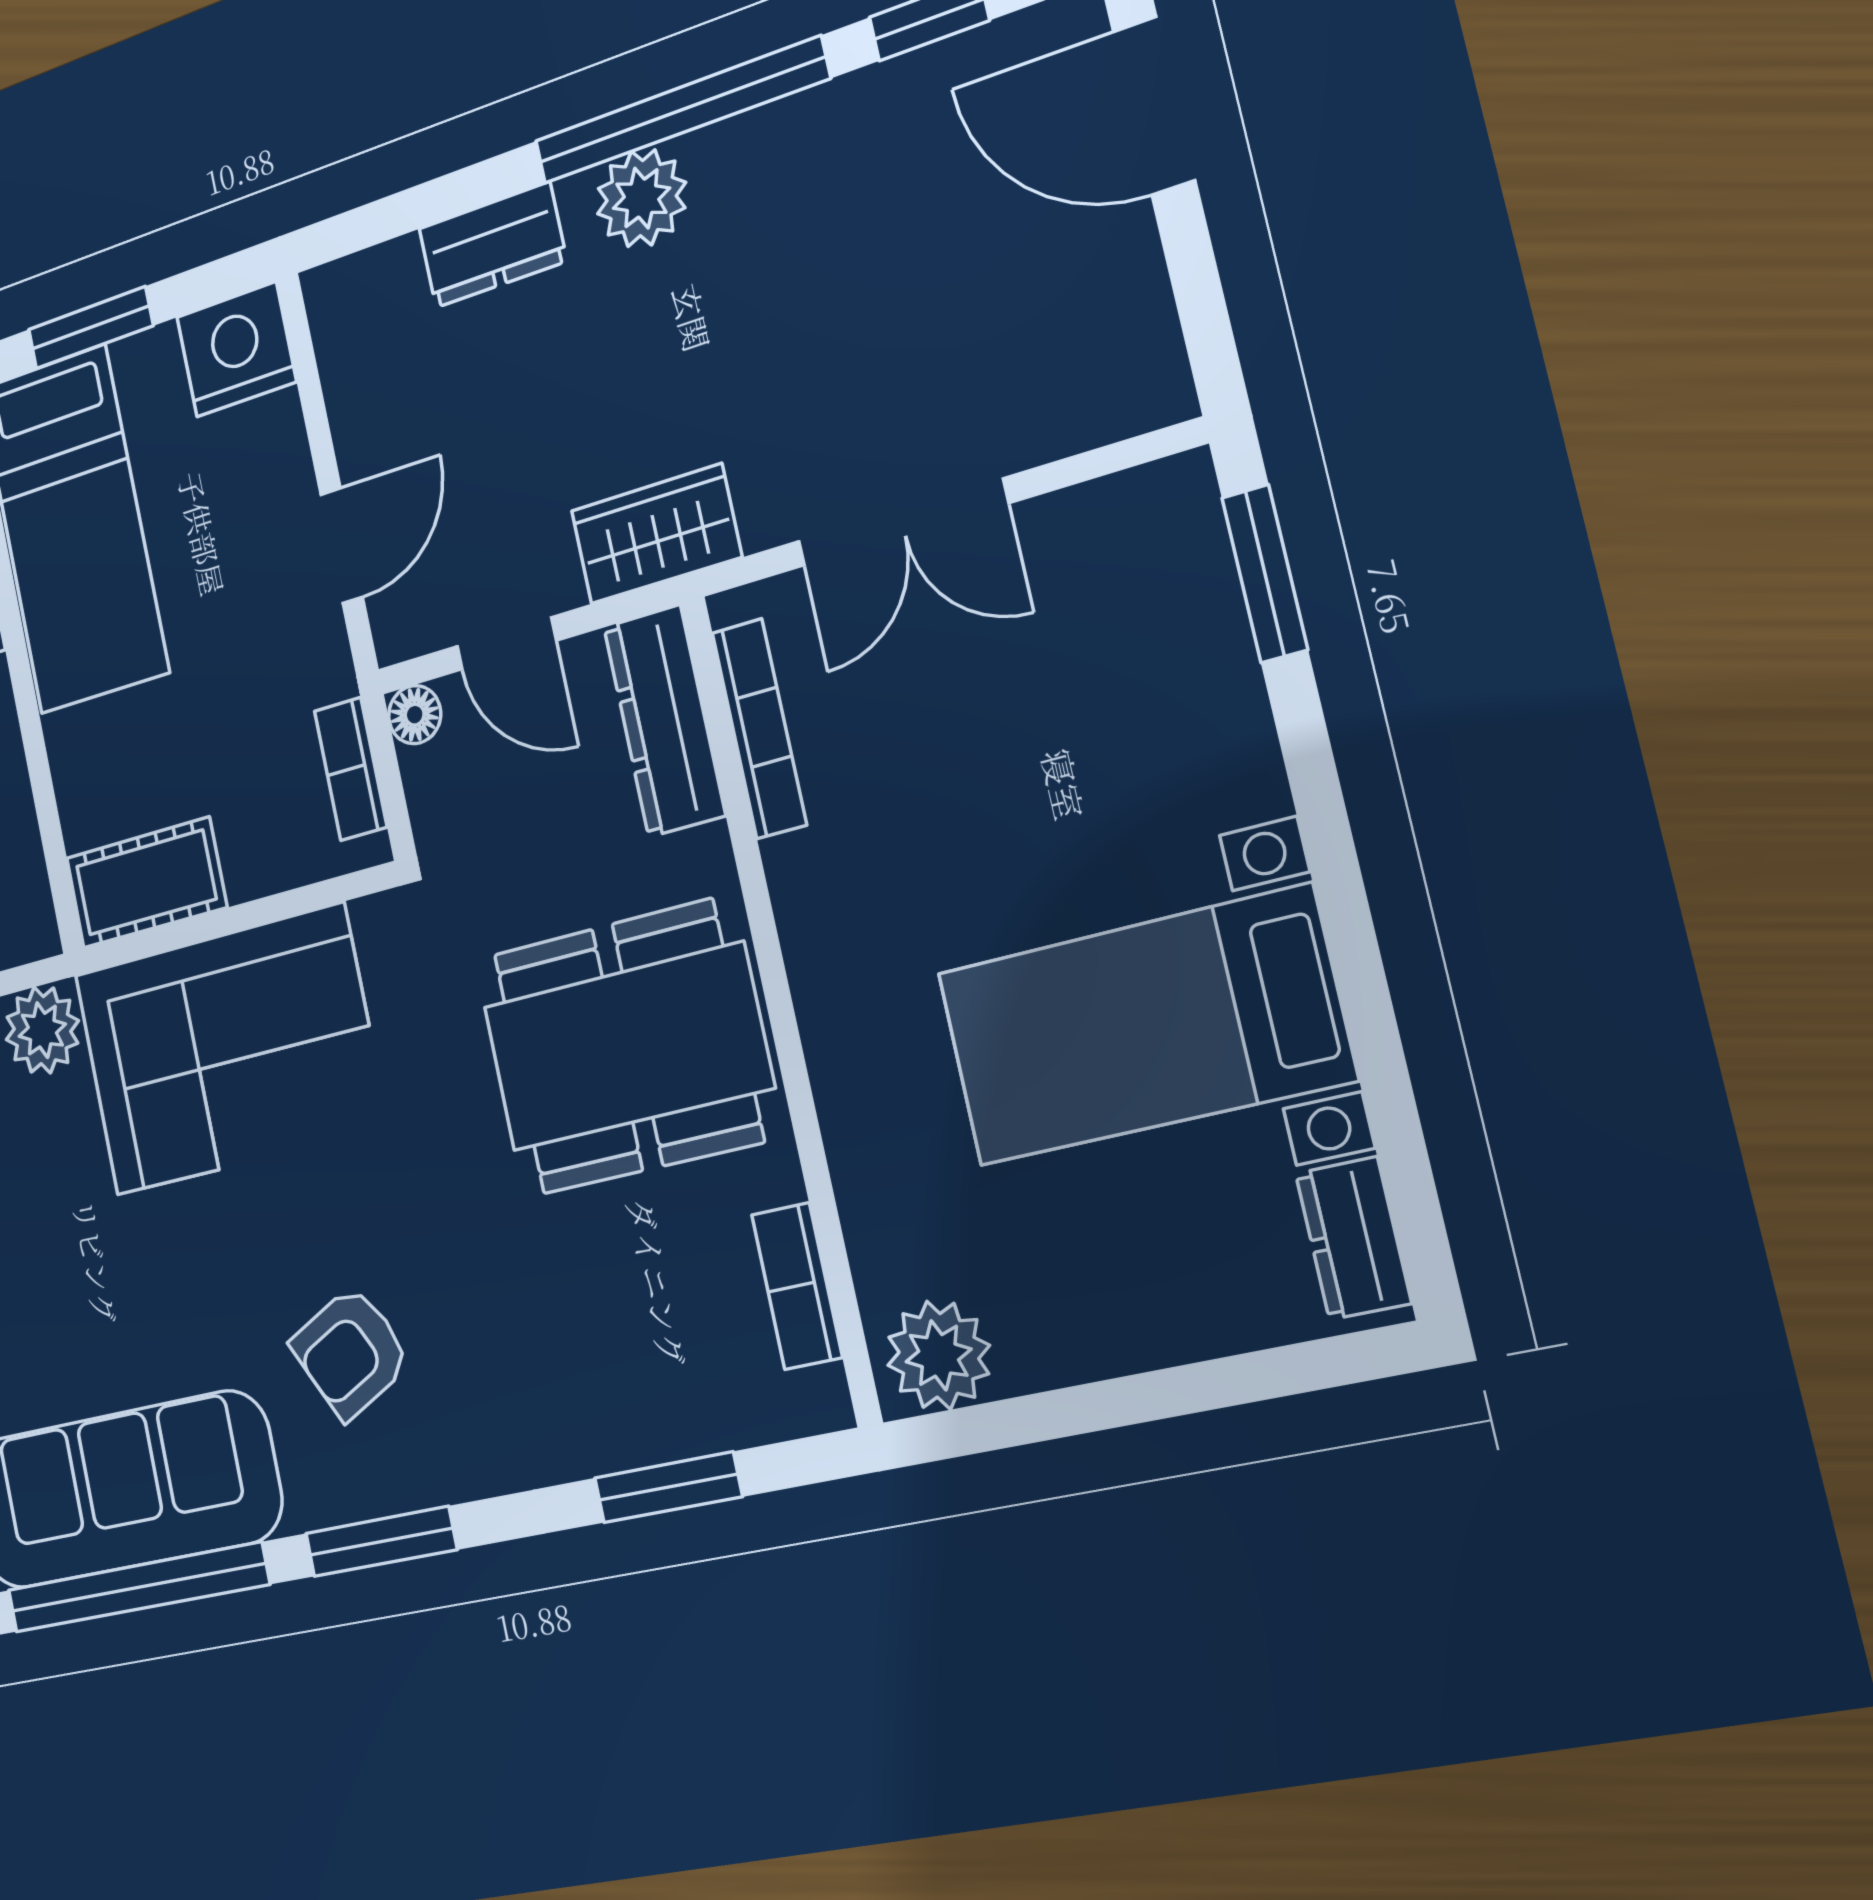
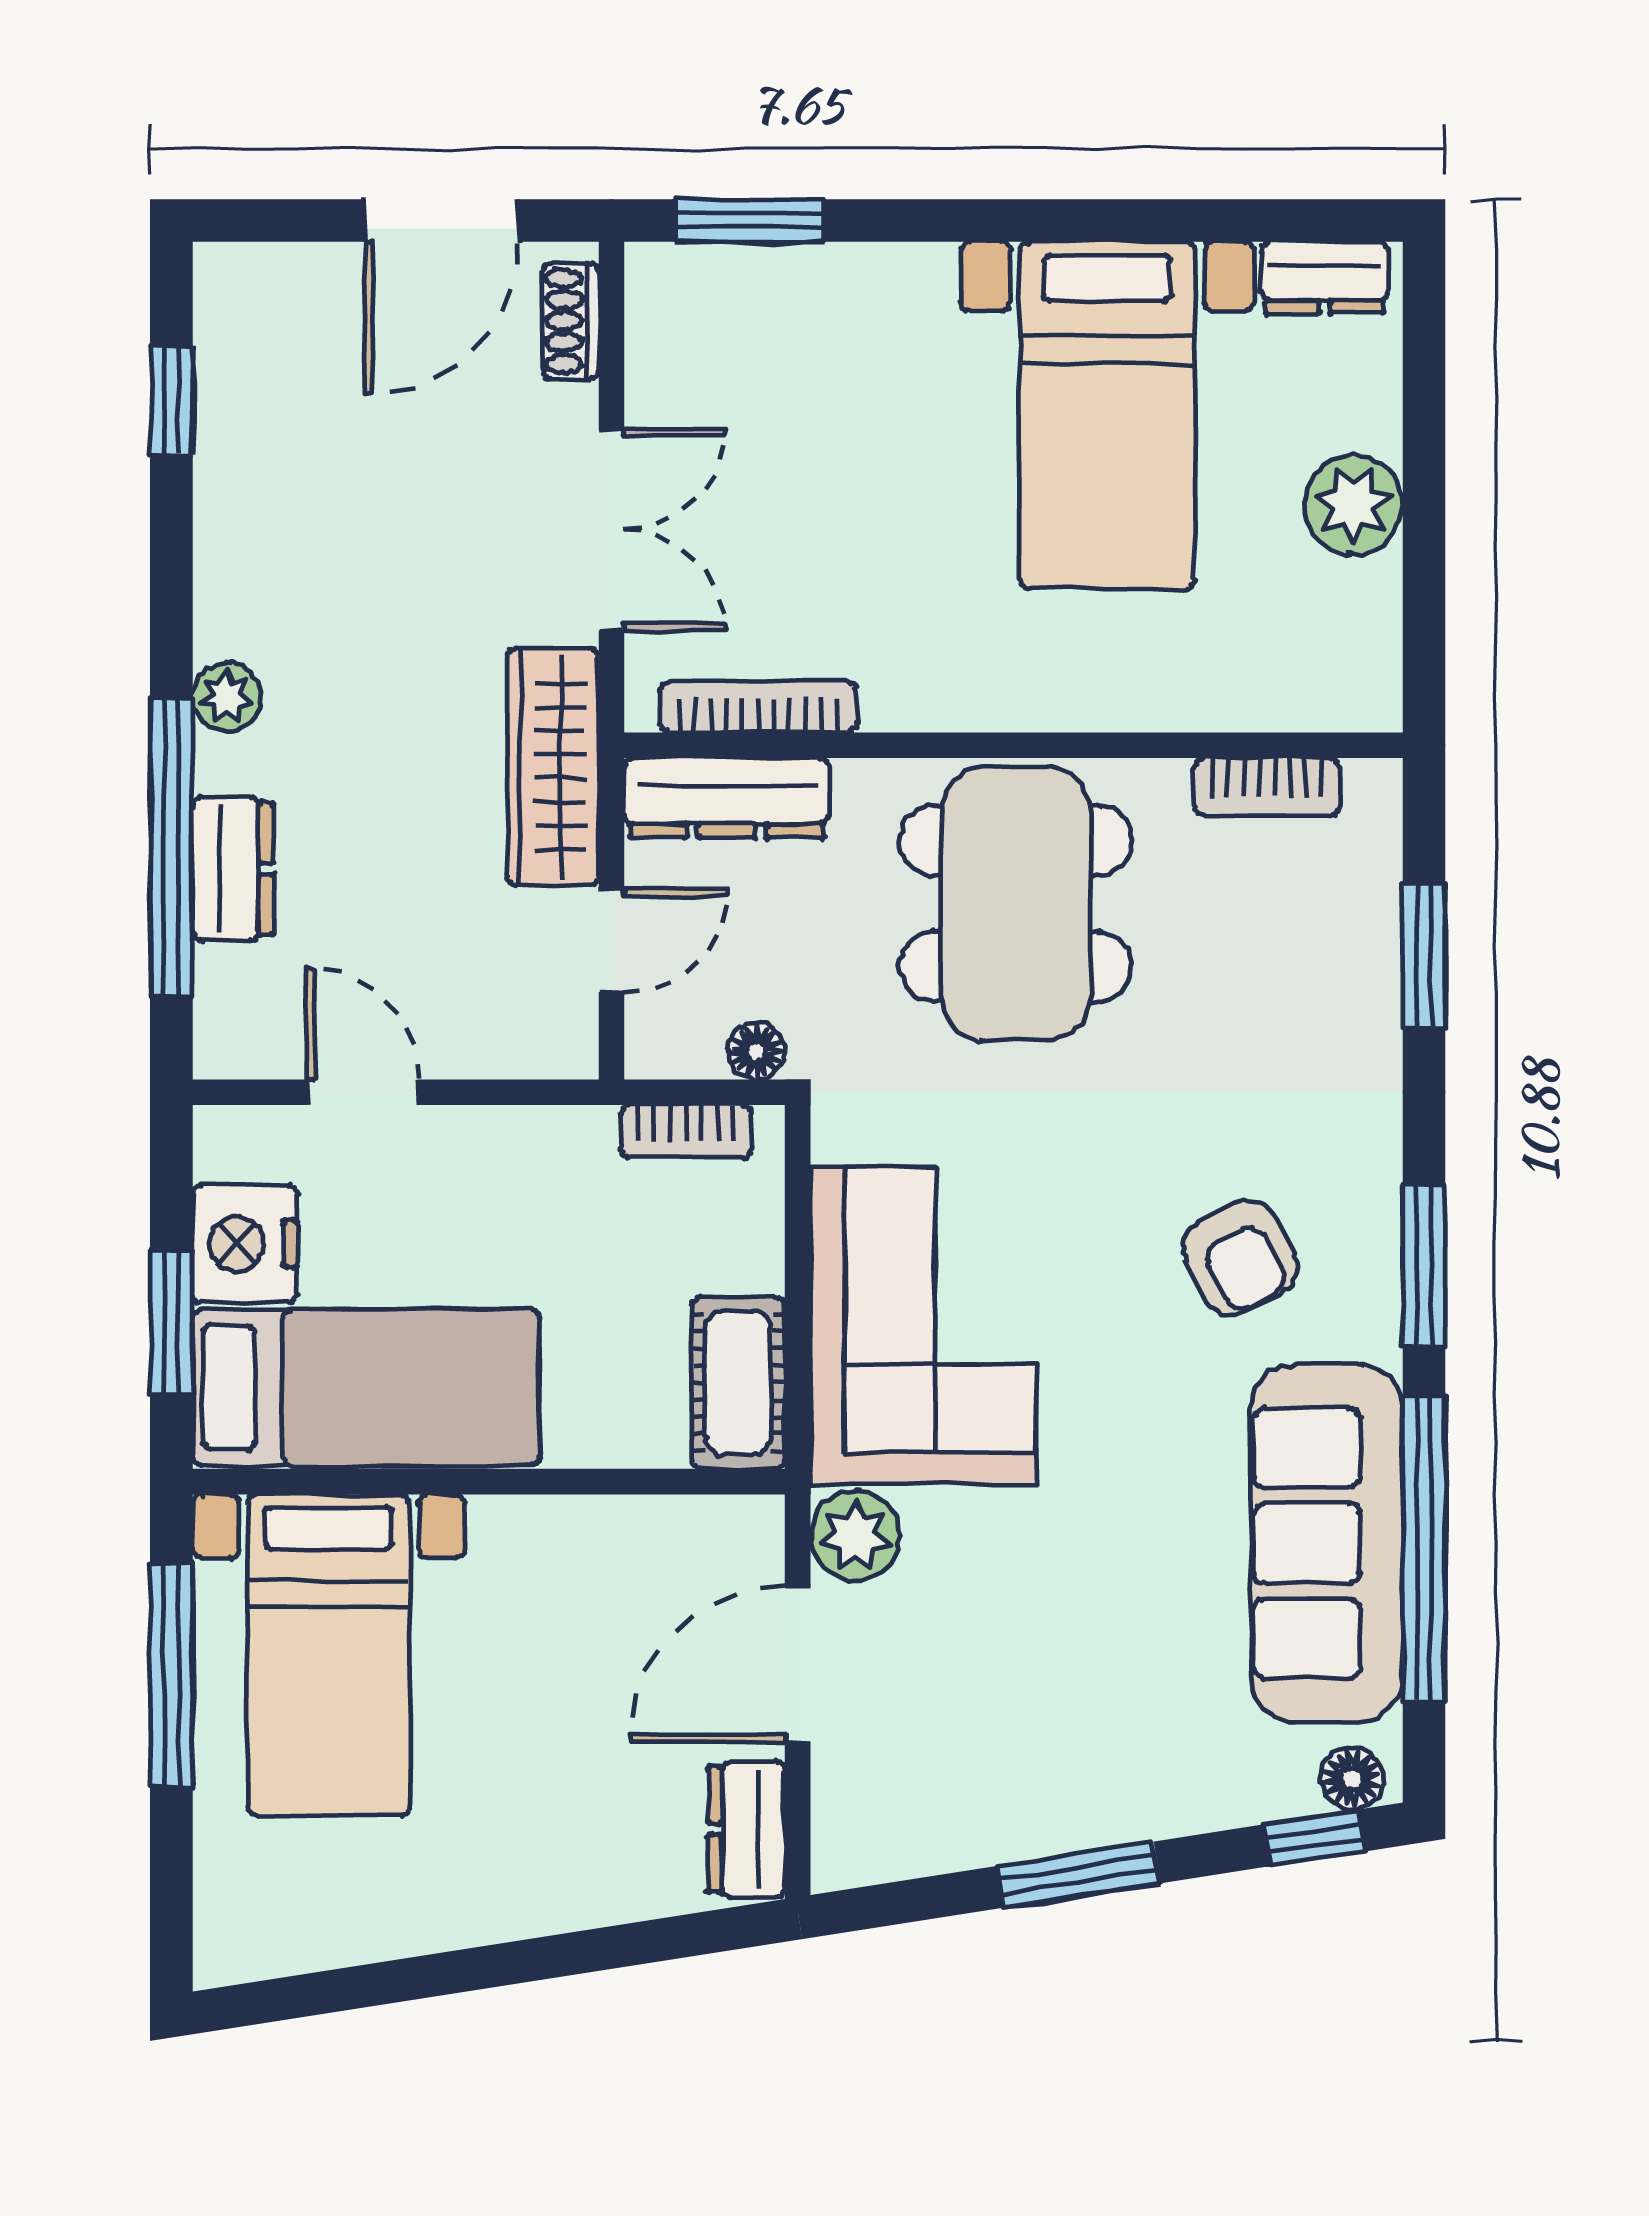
door: (1154, 106) -> (442, 221), moved
window: (681, 110) -> (171, 847), moved
plant: (641, 198) -> (226, 697), width x0.73, depth x0.73
nightstand: (236, 349) -> (245, 1244), moved
shoe rack: (1110, 412) -> (571, 321), added
wardrobe: (656, 534) -> (553, 767), width x1.50
door: (342, 546) -> (363, 1092), moved
floor lamp: (415, 715) -> (756, 1051), moved
plant: (939, 1355) -> (1353, 505), moved

